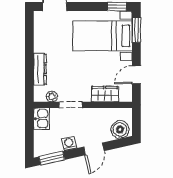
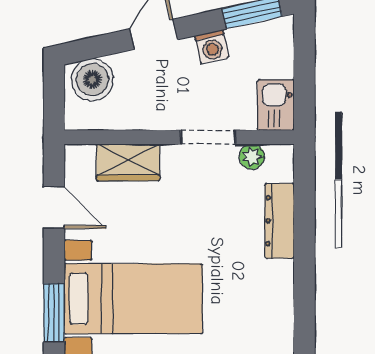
door: (136, 75) -> (54, 208), hinge flipped

